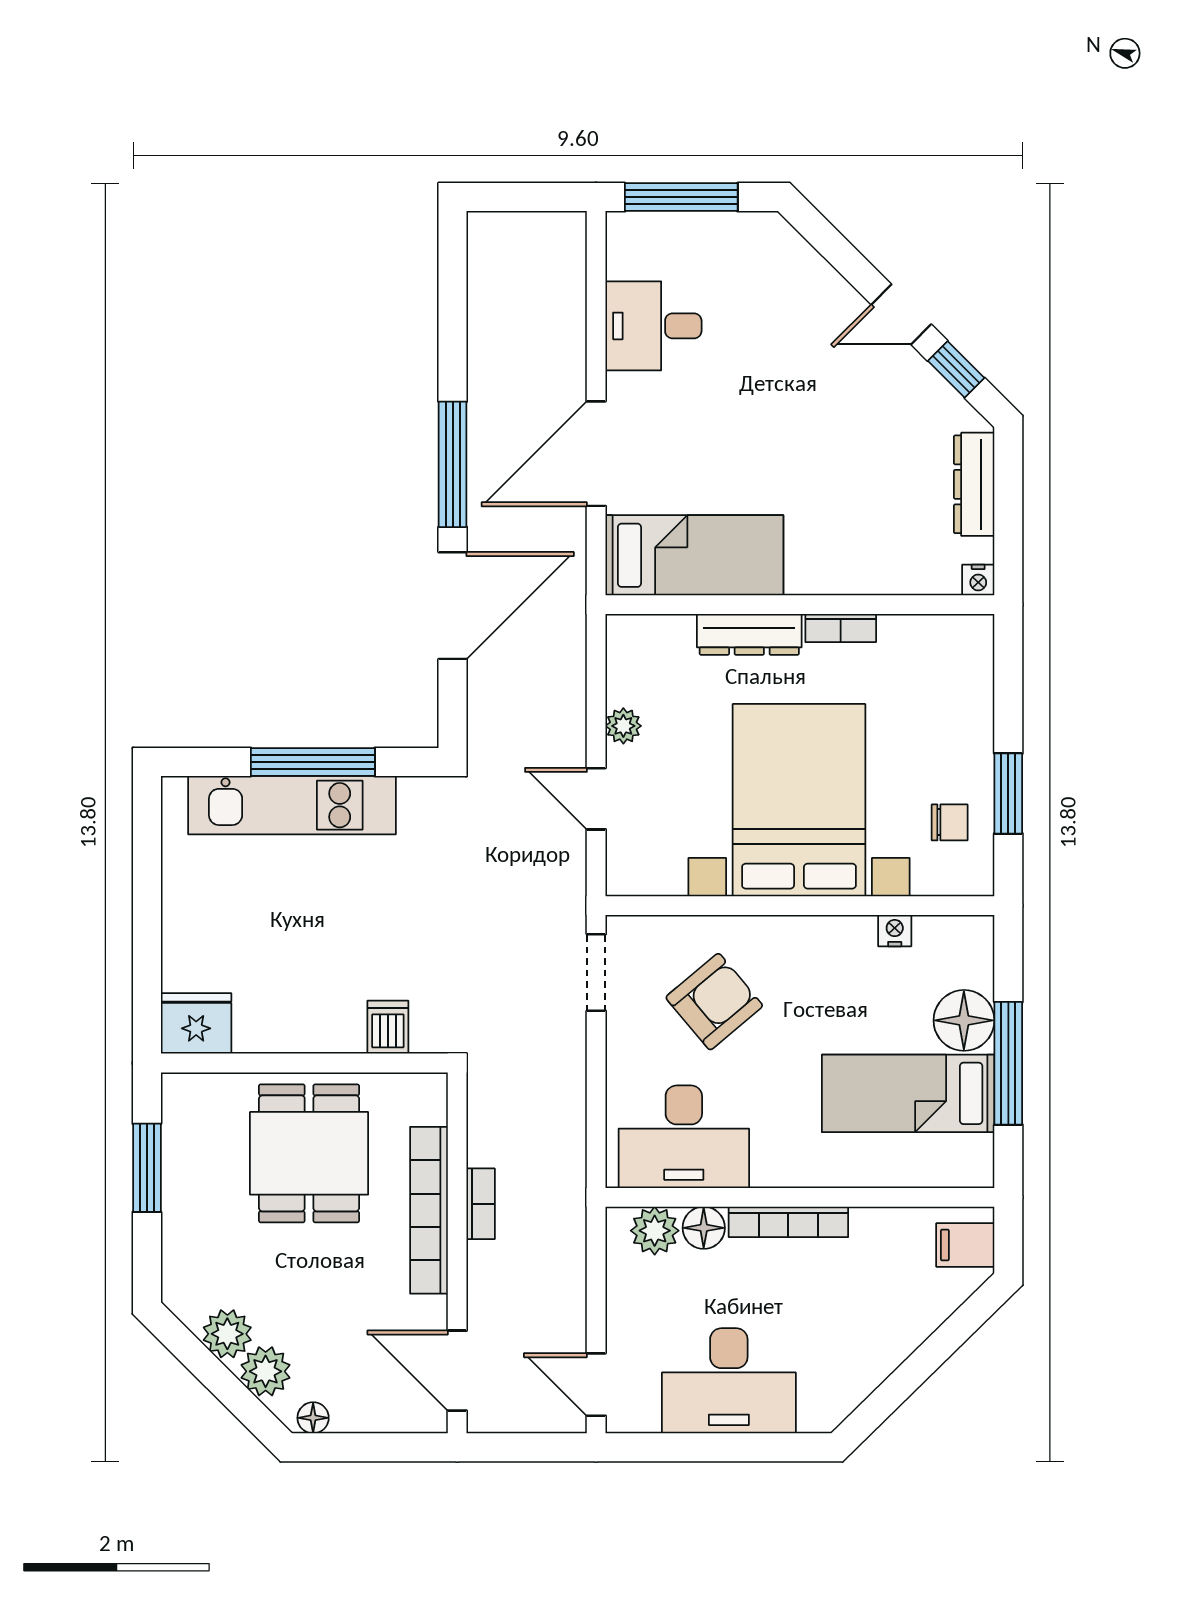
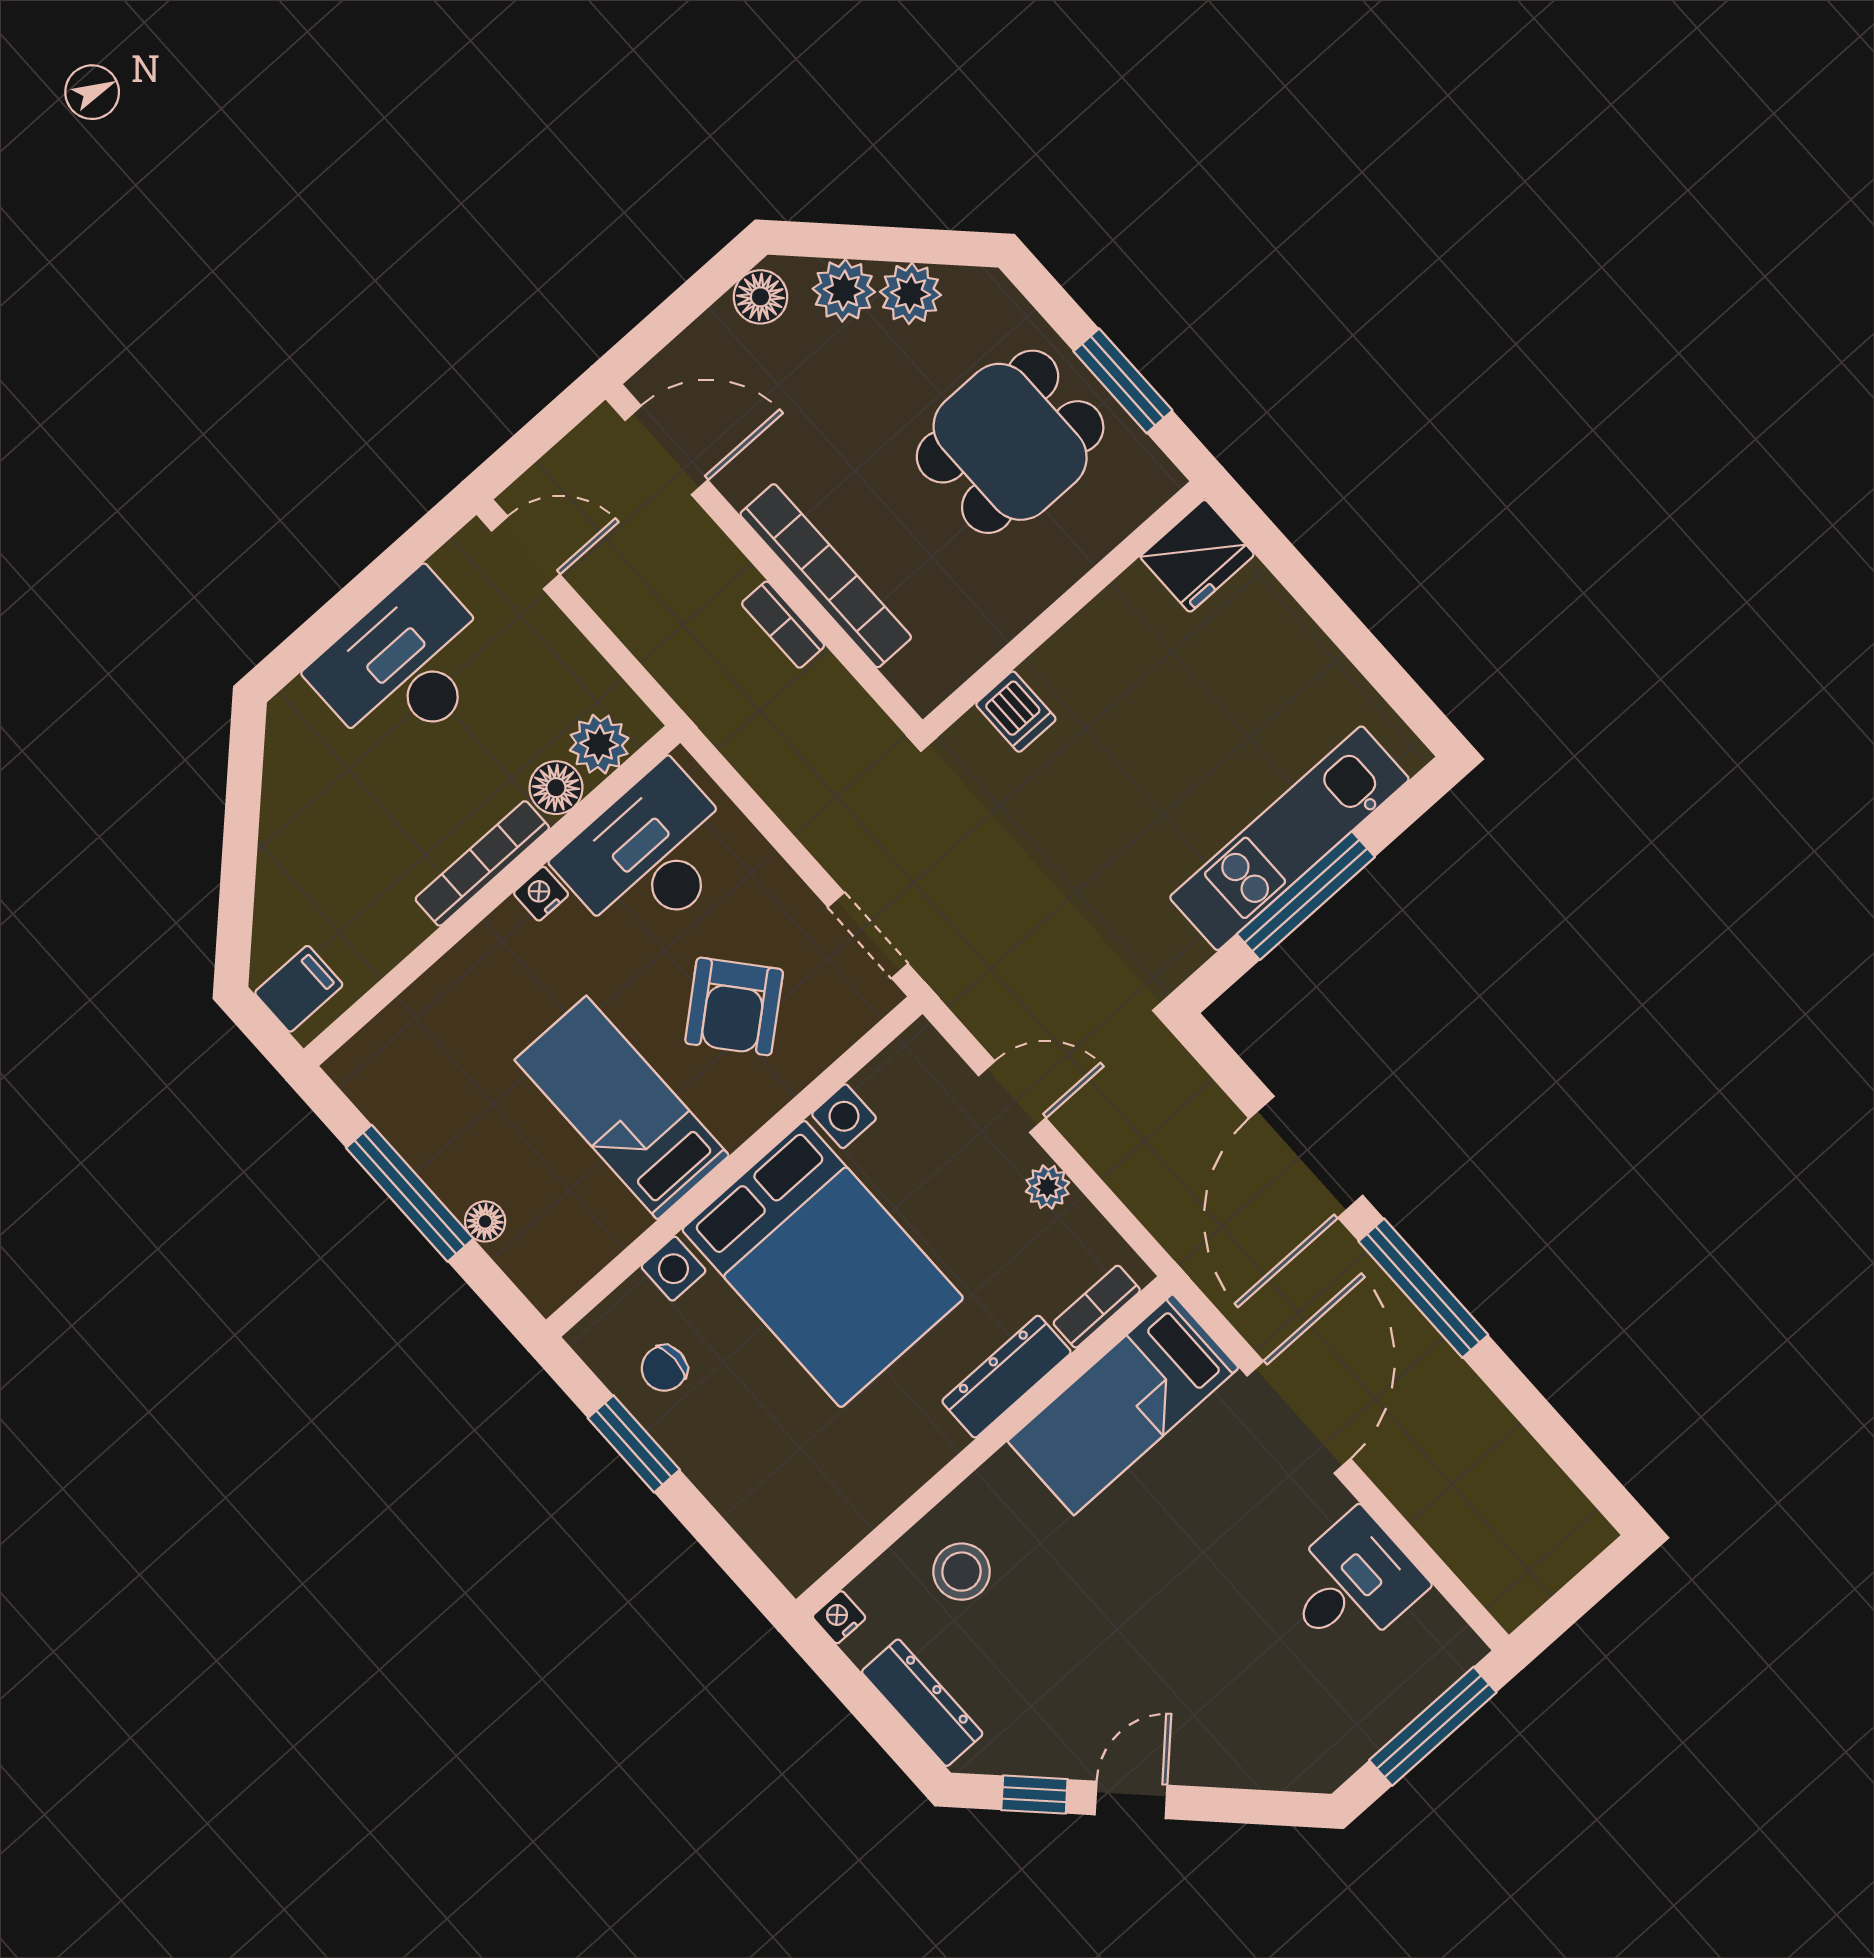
stool: (880, 542) -> (962, 1572), added
bookcase: (841, 628) -> (1097, 1307), moved
nightstand: (895, 931) -> (541, 894), moved, turned 180
floor lamp: (964, 1020) -> (485, 1221), width x0.53, depth x0.53
bed: (908, 1093) -> (622, 1108), moved, turned -90
dining table: (309, 1153) -> (1010, 442), moved, turned 90
floor lamp: (313, 1418) -> (760, 297), width x1.37, depth x1.37

